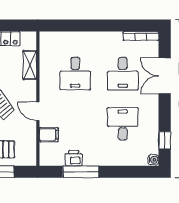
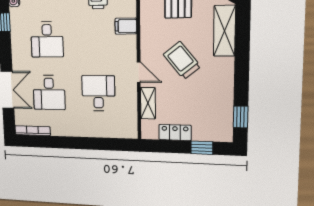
desk: (123, 74) -> (49, 93), turned 180
door: (38, 111) -> (139, 72), moved

